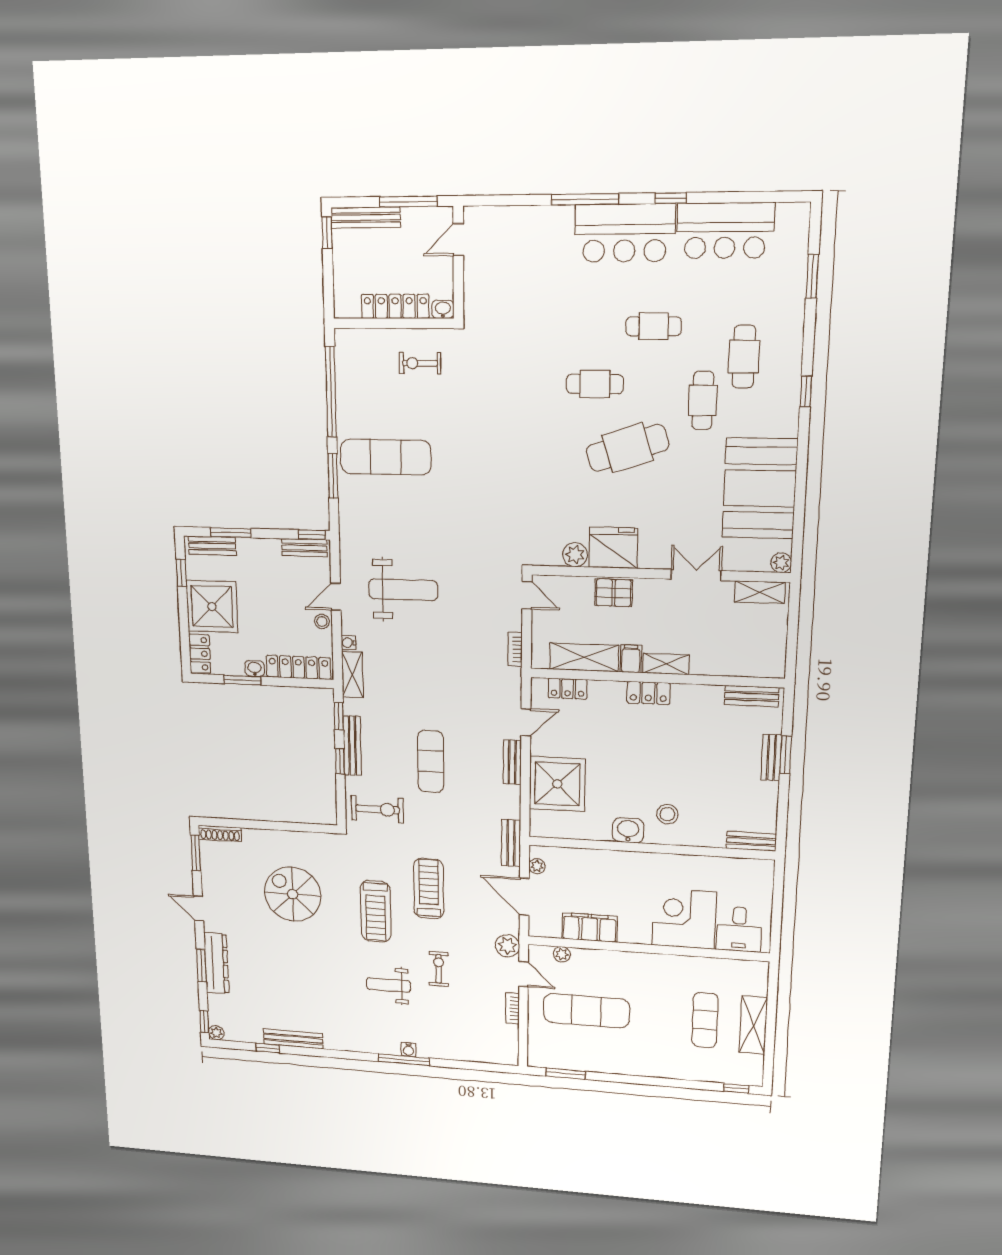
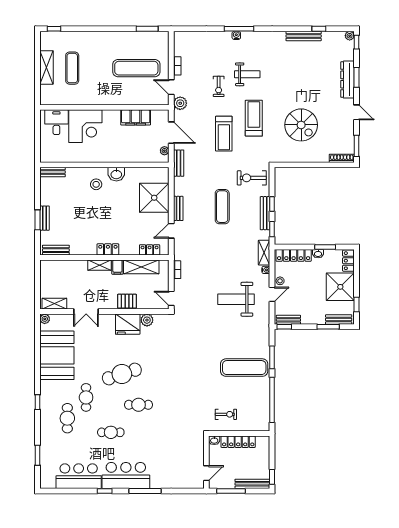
plant: (562, 954) -> (150, 100), removed

